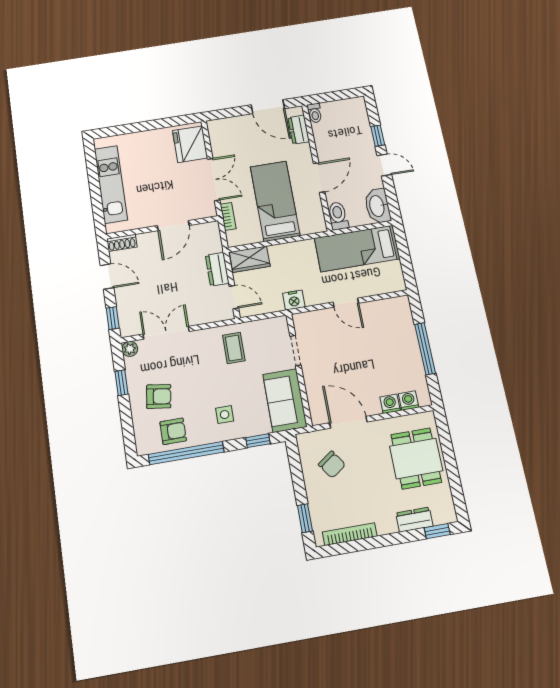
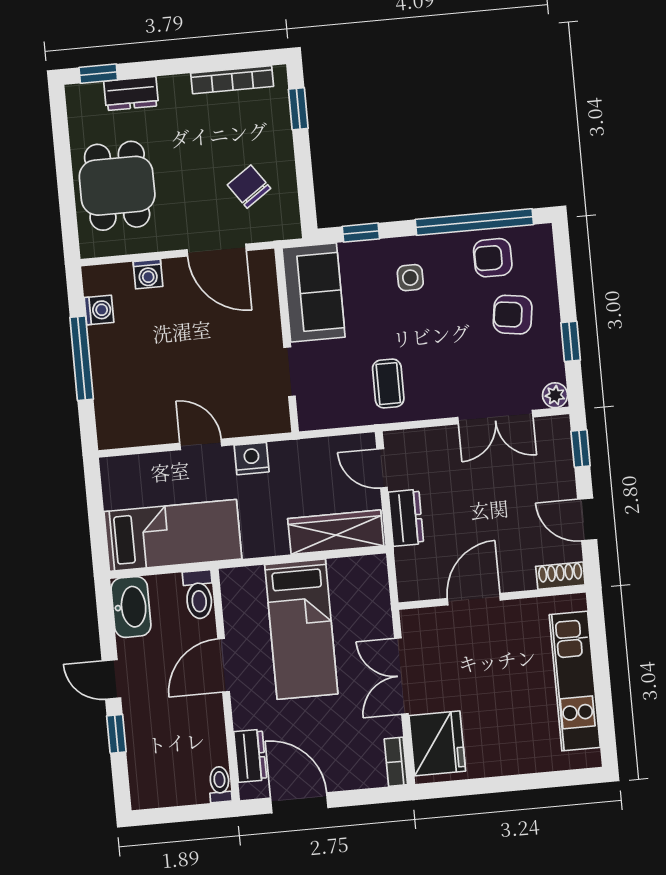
bookcase: (228, 216) -> (396, 762), moved
wardrobe: (250, 259) -> (336, 532), width x1.50
nightstand: (294, 300) -> (252, 459), moved
washing machine: (409, 401) -> (99, 310), moved, turned -90

